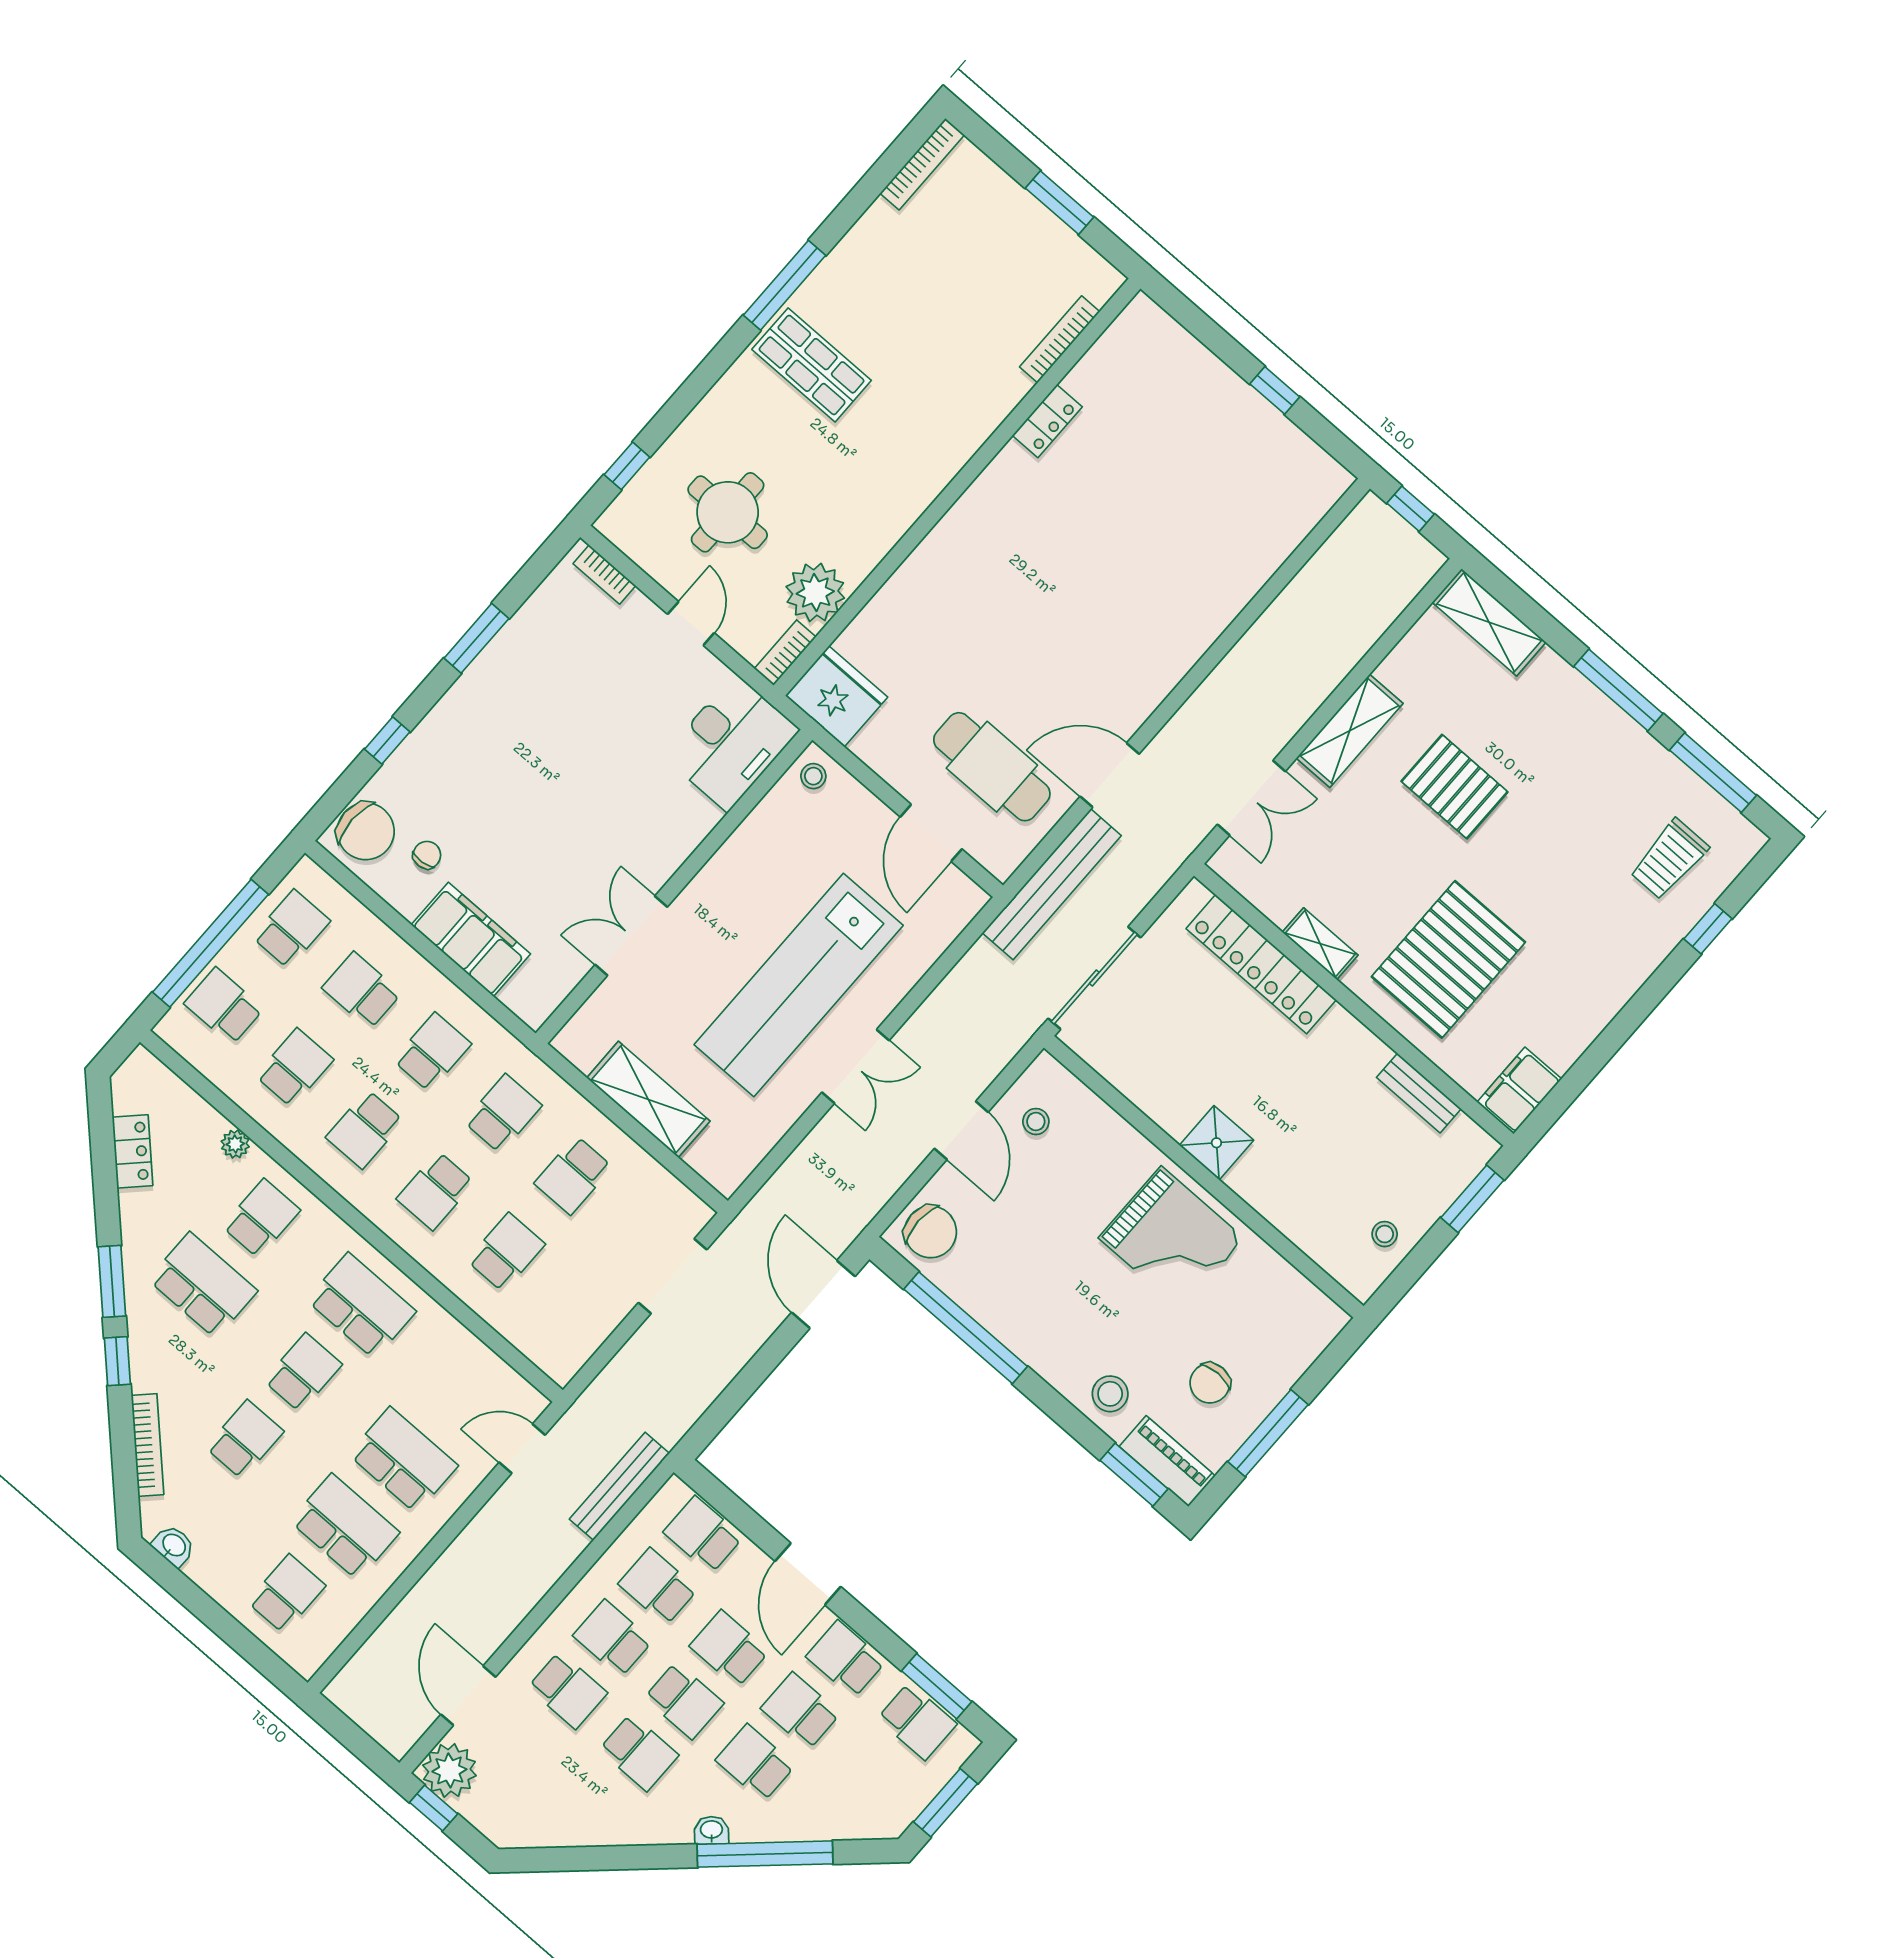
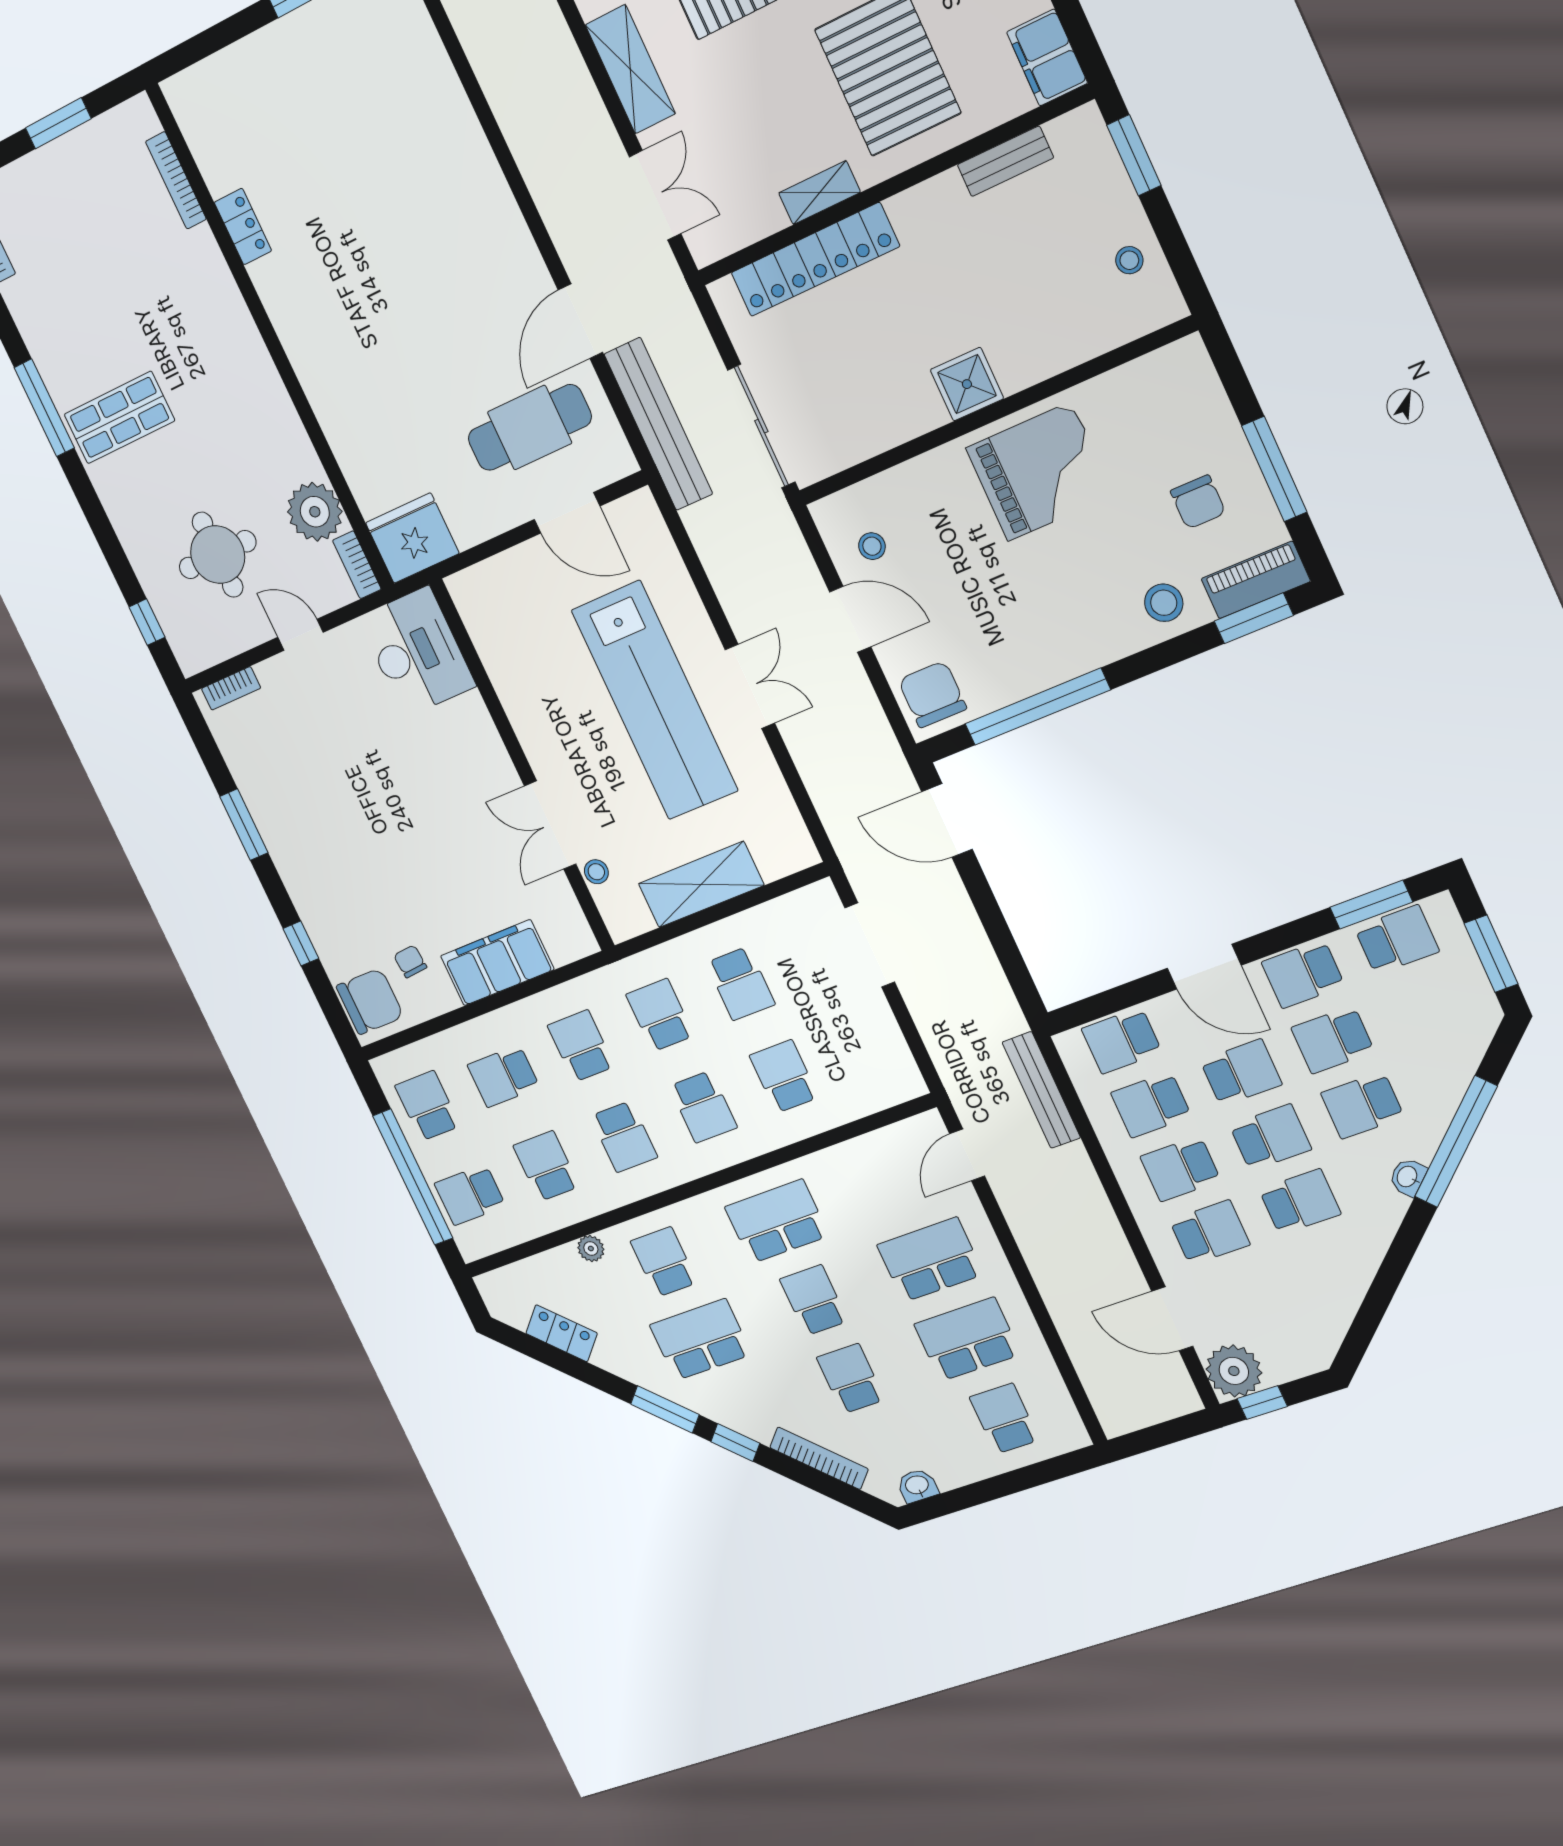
stool: (813, 776) -> (596, 872), moved
chair: (931, 1232) -> (932, 694), turned -90
school desk: (729, 1649) -> (1241, 1073), turned 180

